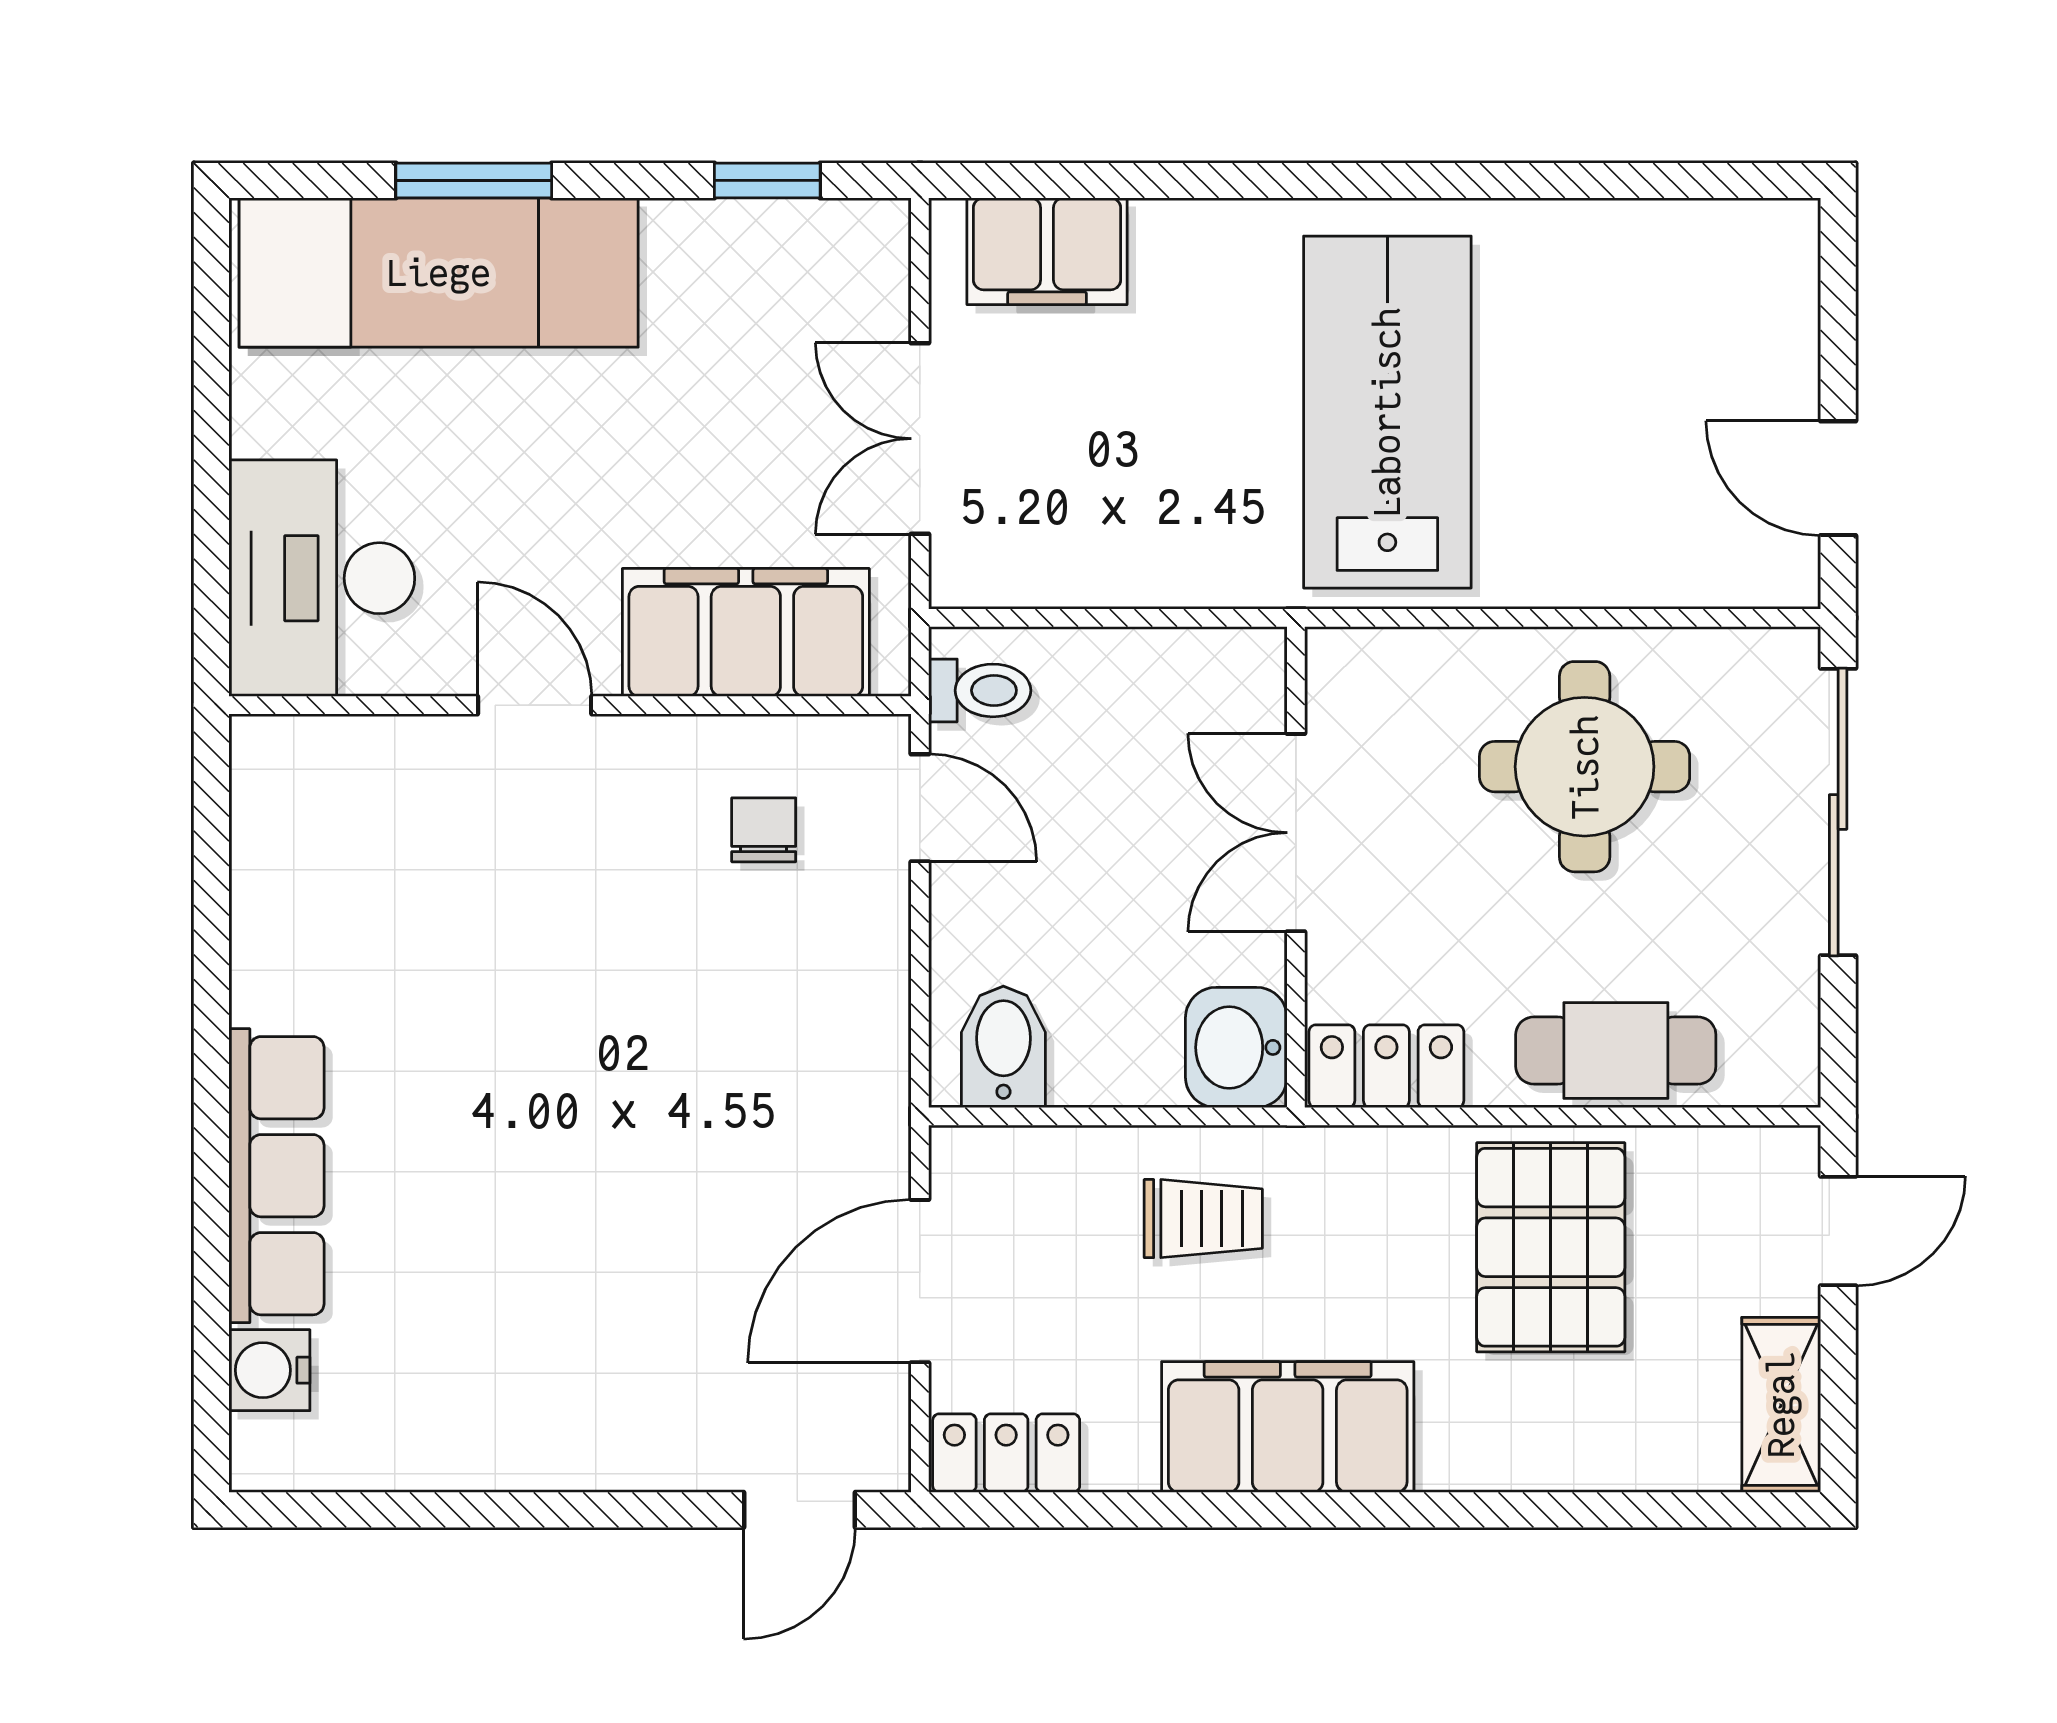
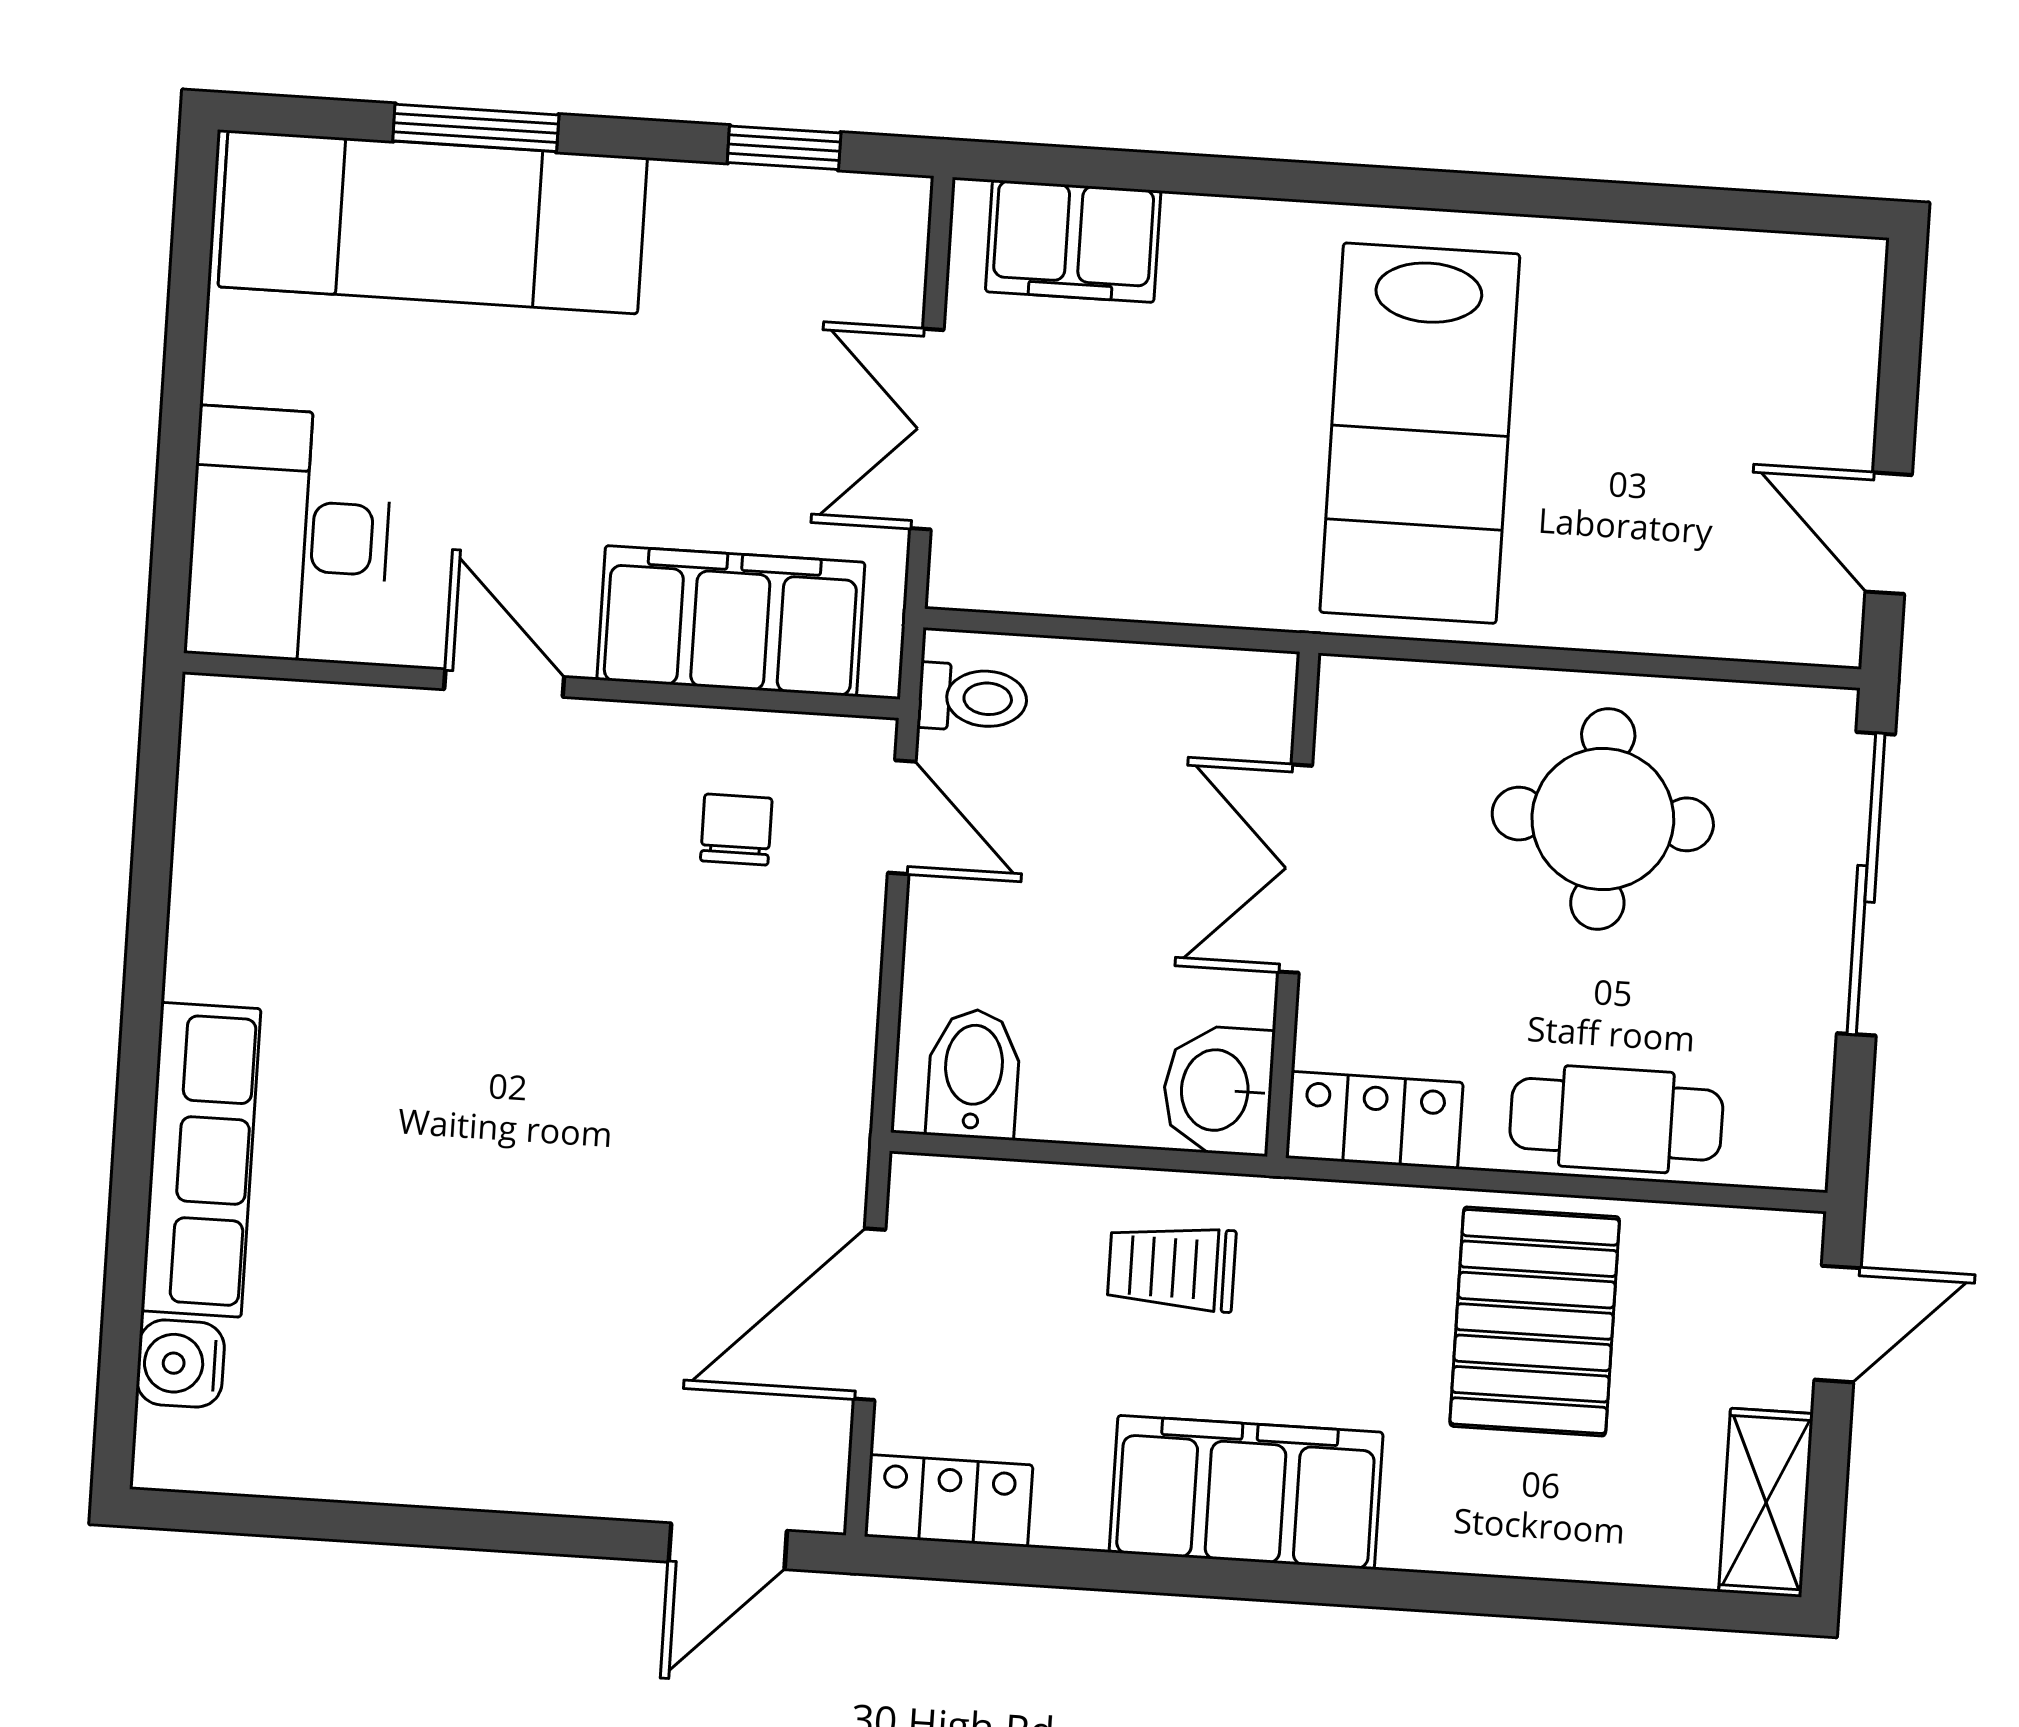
lab bench: (1387, 412) -> (1420, 433), turned 180
trolley: (1203, 1219) -> (1172, 1268), turned 180

